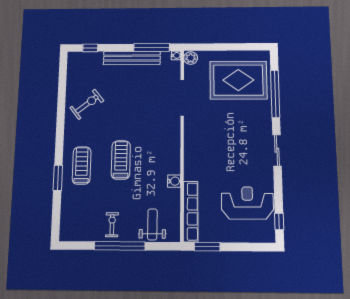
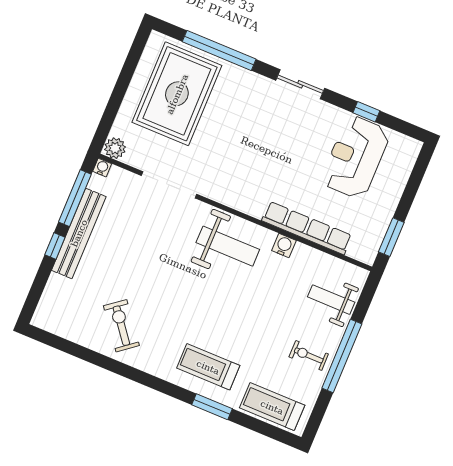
window: (90, 48) -> (55, 246), moved
weight bench: (160, 147) -> (228, 246), added
treadmill: (121, 160) -> (272, 407), moved
row of seats: (191, 211) -> (307, 228), moved
window: (279, 221) -> (366, 112), moved

